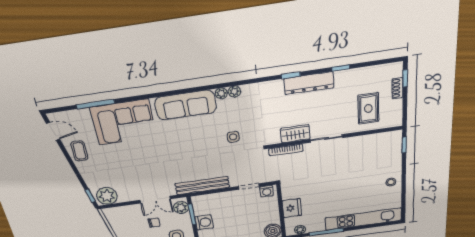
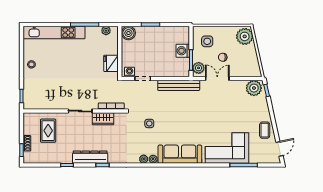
door: (53, 131) -> (279, 149), swing flipped
fridge: (292, 208) -> (111, 63), moved

